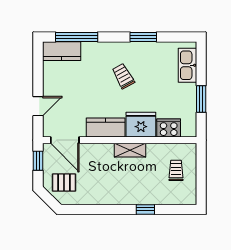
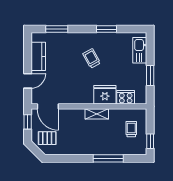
window: (77, 37) -> (57, 29), width x0.69
kitchen counter: (62, 51) -> (38, 56), moved, turned -90
kitchen counter: (106, 127) -> (78, 97), removed
window: (201, 187) -> (150, 141), added
window: (145, 209) -> (108, 158), width x2.17

